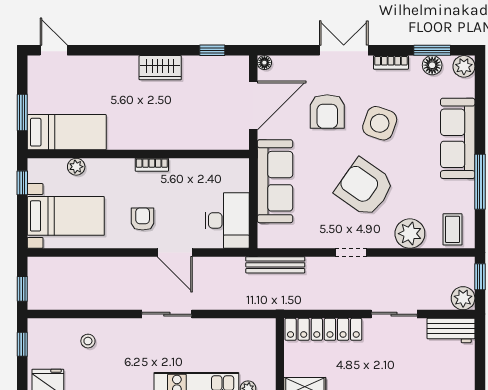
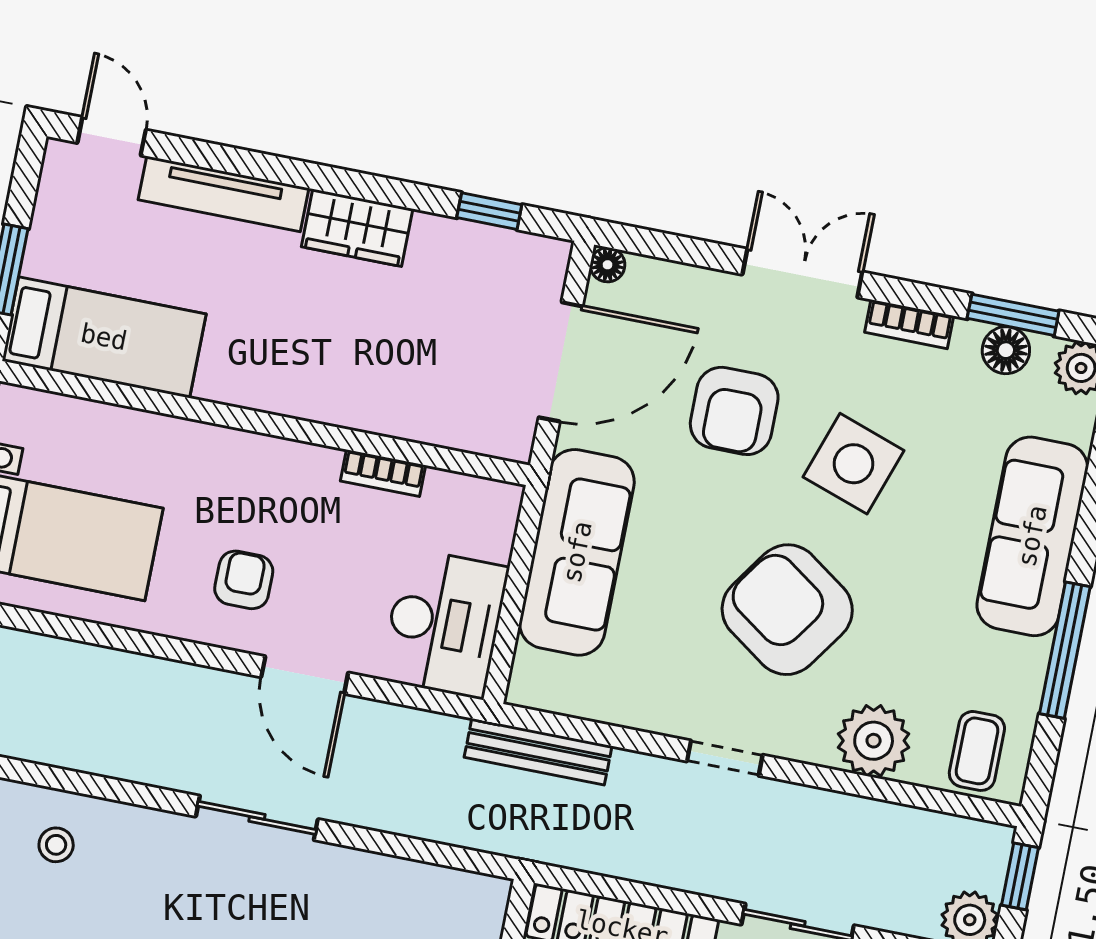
tv unit: (104, 65) -> (224, 194), added
bookcase: (152, 165) -> (383, 473), moved
plant: (76, 167) -> (110, 424), removed

